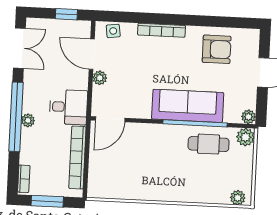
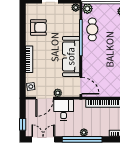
window: (66, 14) -> (23, 124), moved
armchair: (217, 49) -> (38, 27), turned 90
sofa: (188, 106) -> (71, 56), moved
desk: (68, 107) -> (64, 110), moved

